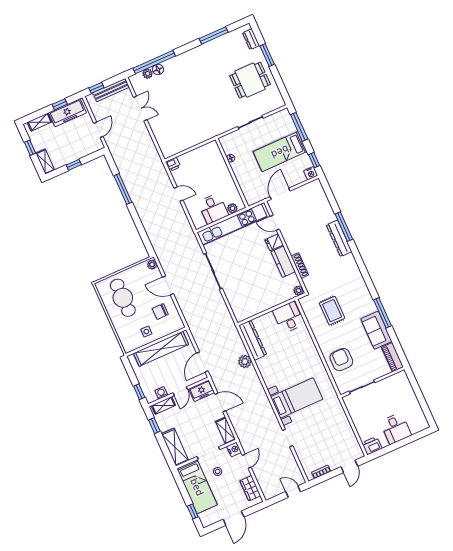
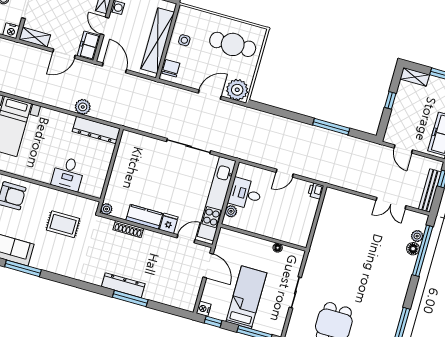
plant: (152, 265) -> (237, 90), width x1.87, depth x1.87
chair: (160, 311) -> (171, 68), moved
desk: (288, 317) -> (68, 174), moved, turned 90

